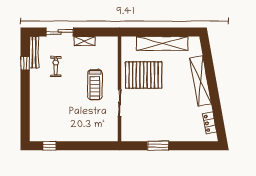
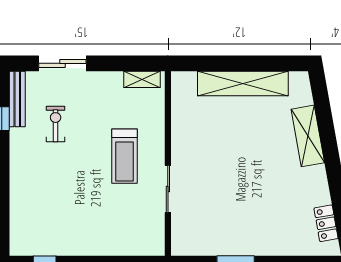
shelving: (85, 41) -> (142, 79), moved
pallet: (144, 75) -> (210, 139), removed
shelving: (200, 81) -> (308, 136), width x0.68

